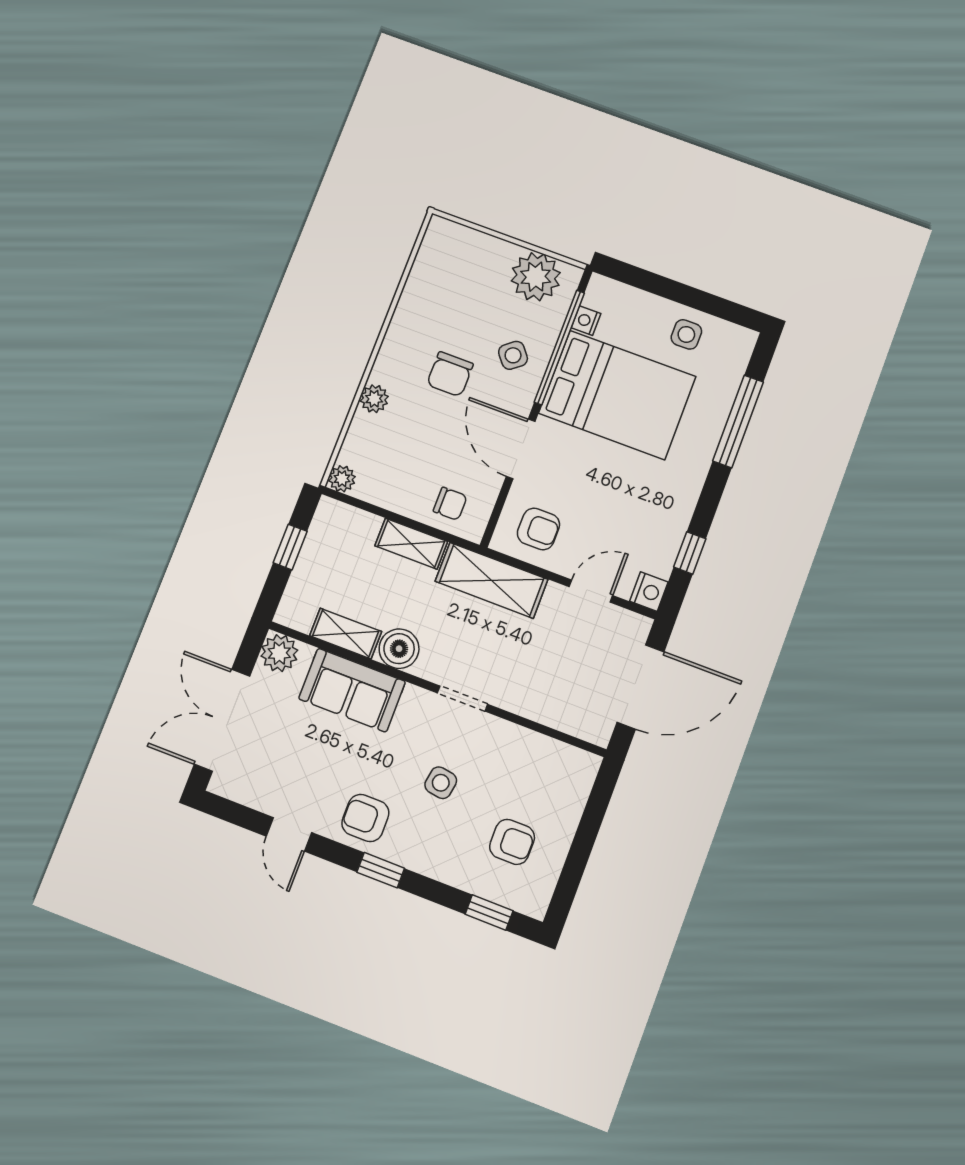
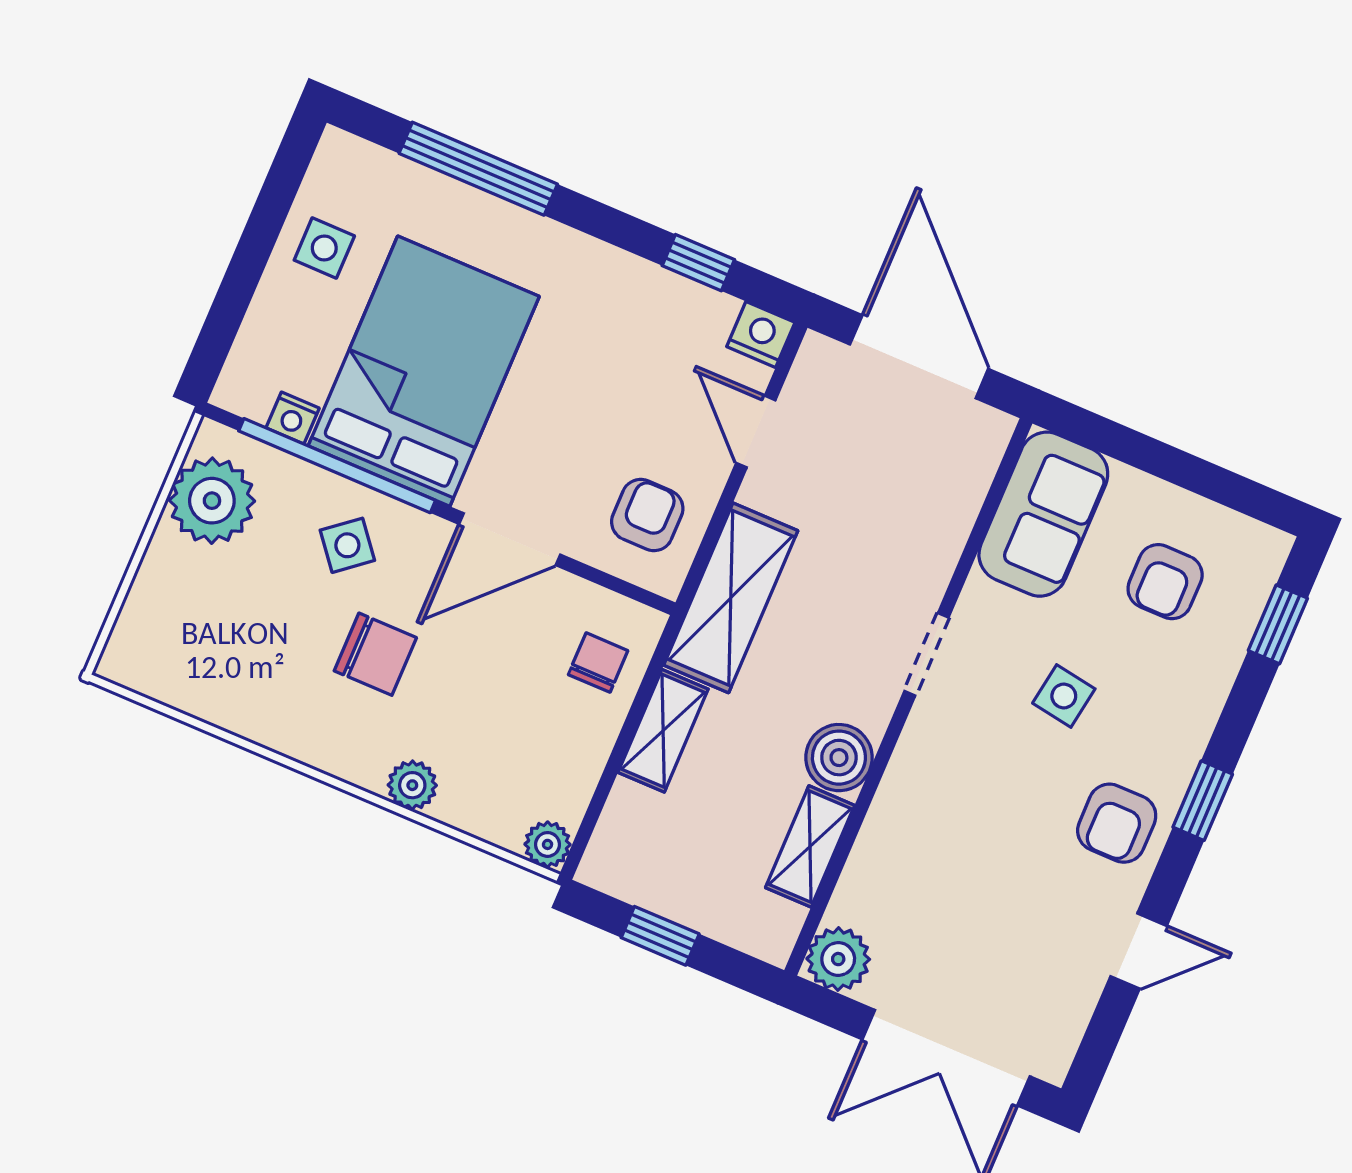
sofa: (352, 690) -> (1043, 514), moved
armchair: (512, 842) -> (1165, 582), turned 180

